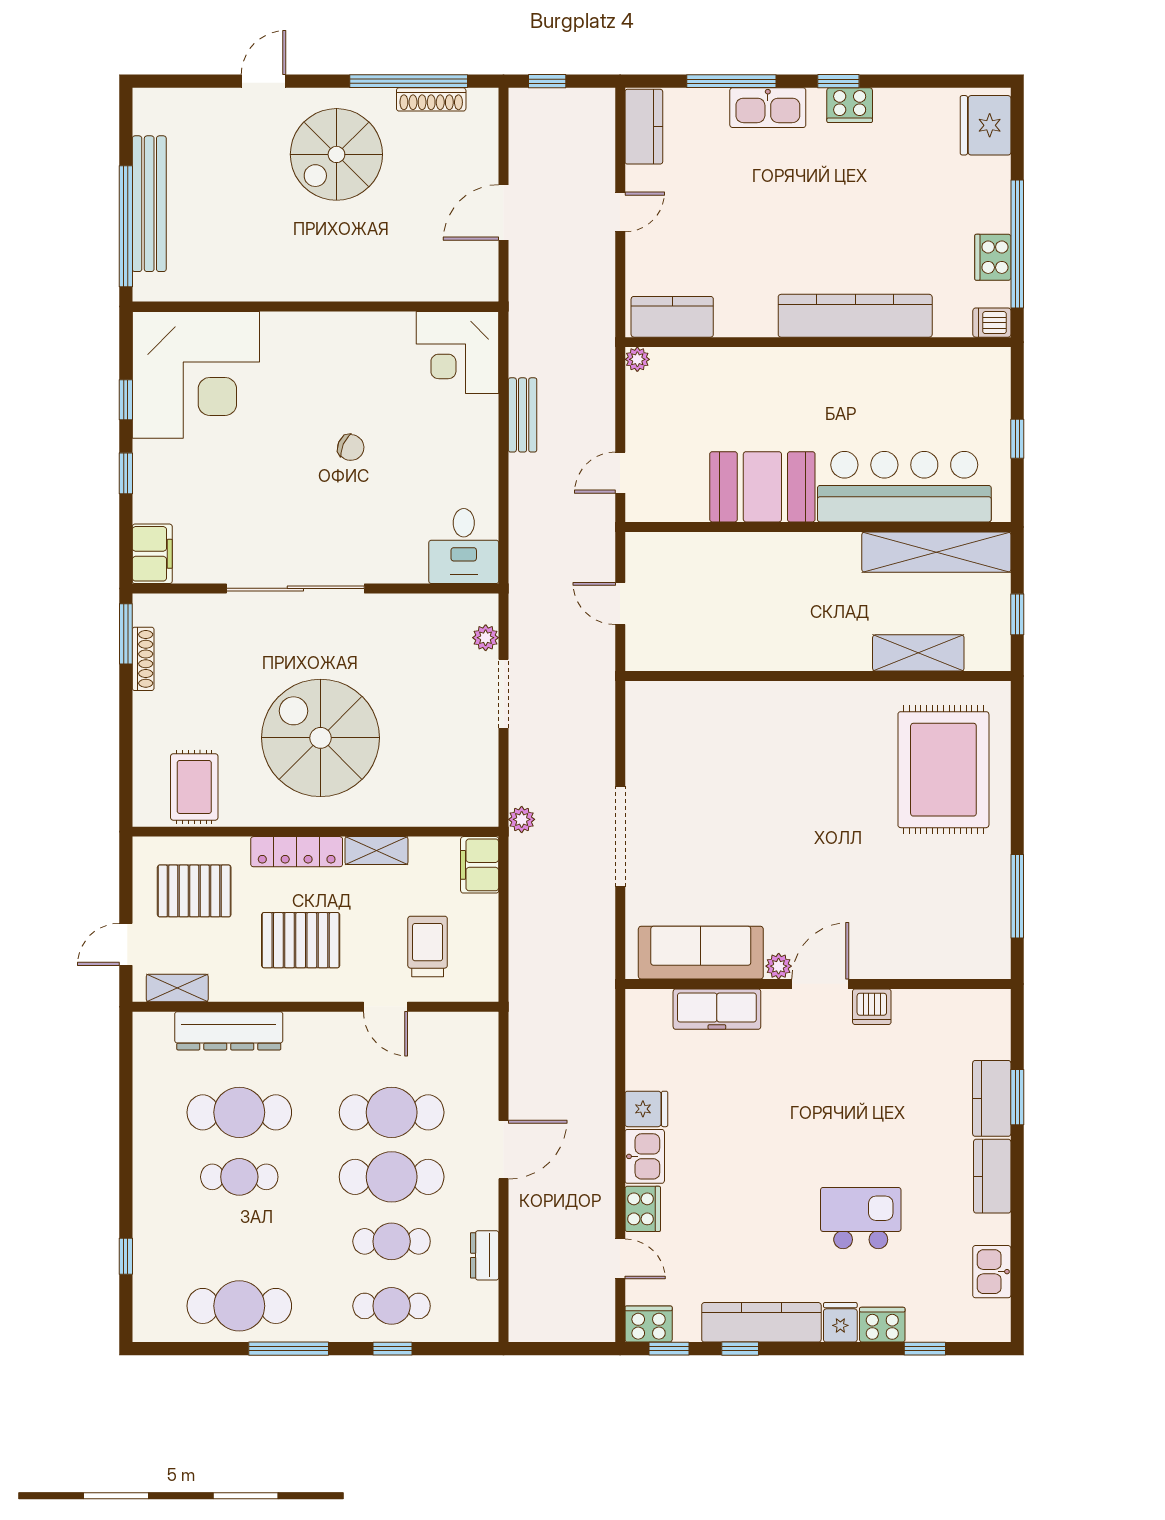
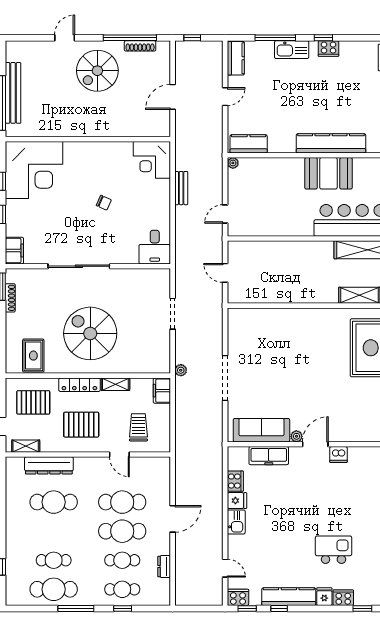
booth: (762, 487) -> (328, 173), moved
plant: (486, 638) -> (165, 288), removed
cafe table: (239, 1177) -> (54, 560), moved
cooker: (643, 1209) -> (235, 481), moved

